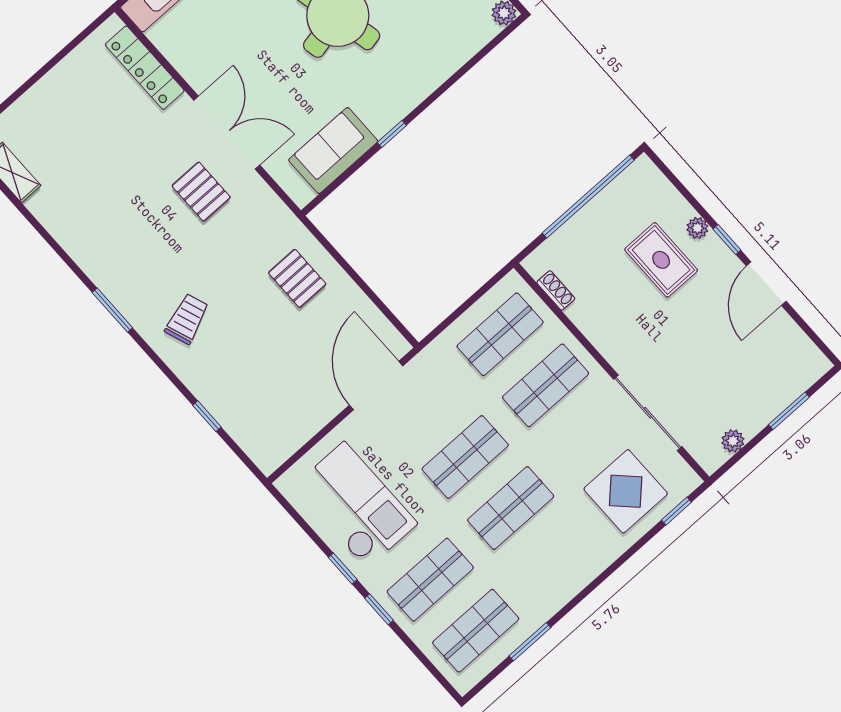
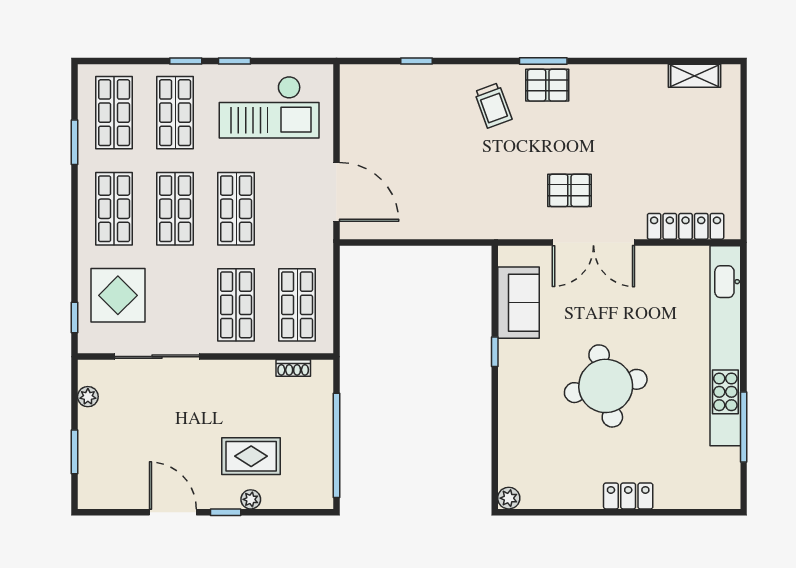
pallet: (297, 278) -> (547, 85), moved
shop shelf: (556, 559) -> (114, 209), added

